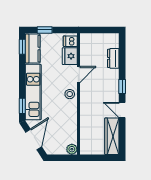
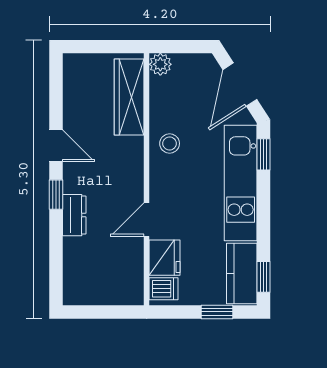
dresser: (113, 58) -> (74, 215), moved
stool: (70, 94) -> (170, 143), moved
wardrobe: (112, 136) -> (129, 97), moved, turned 180

